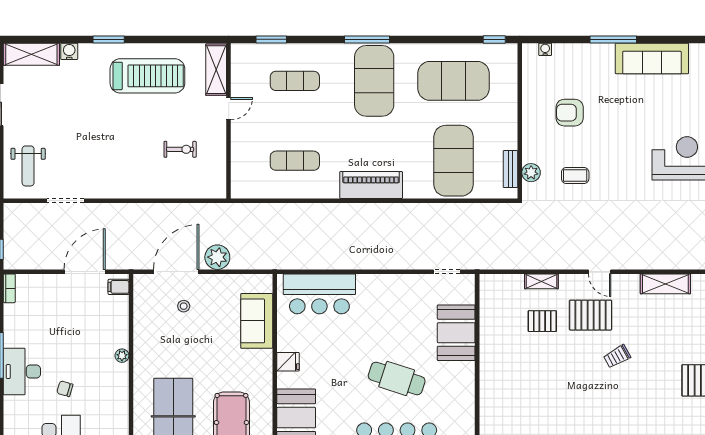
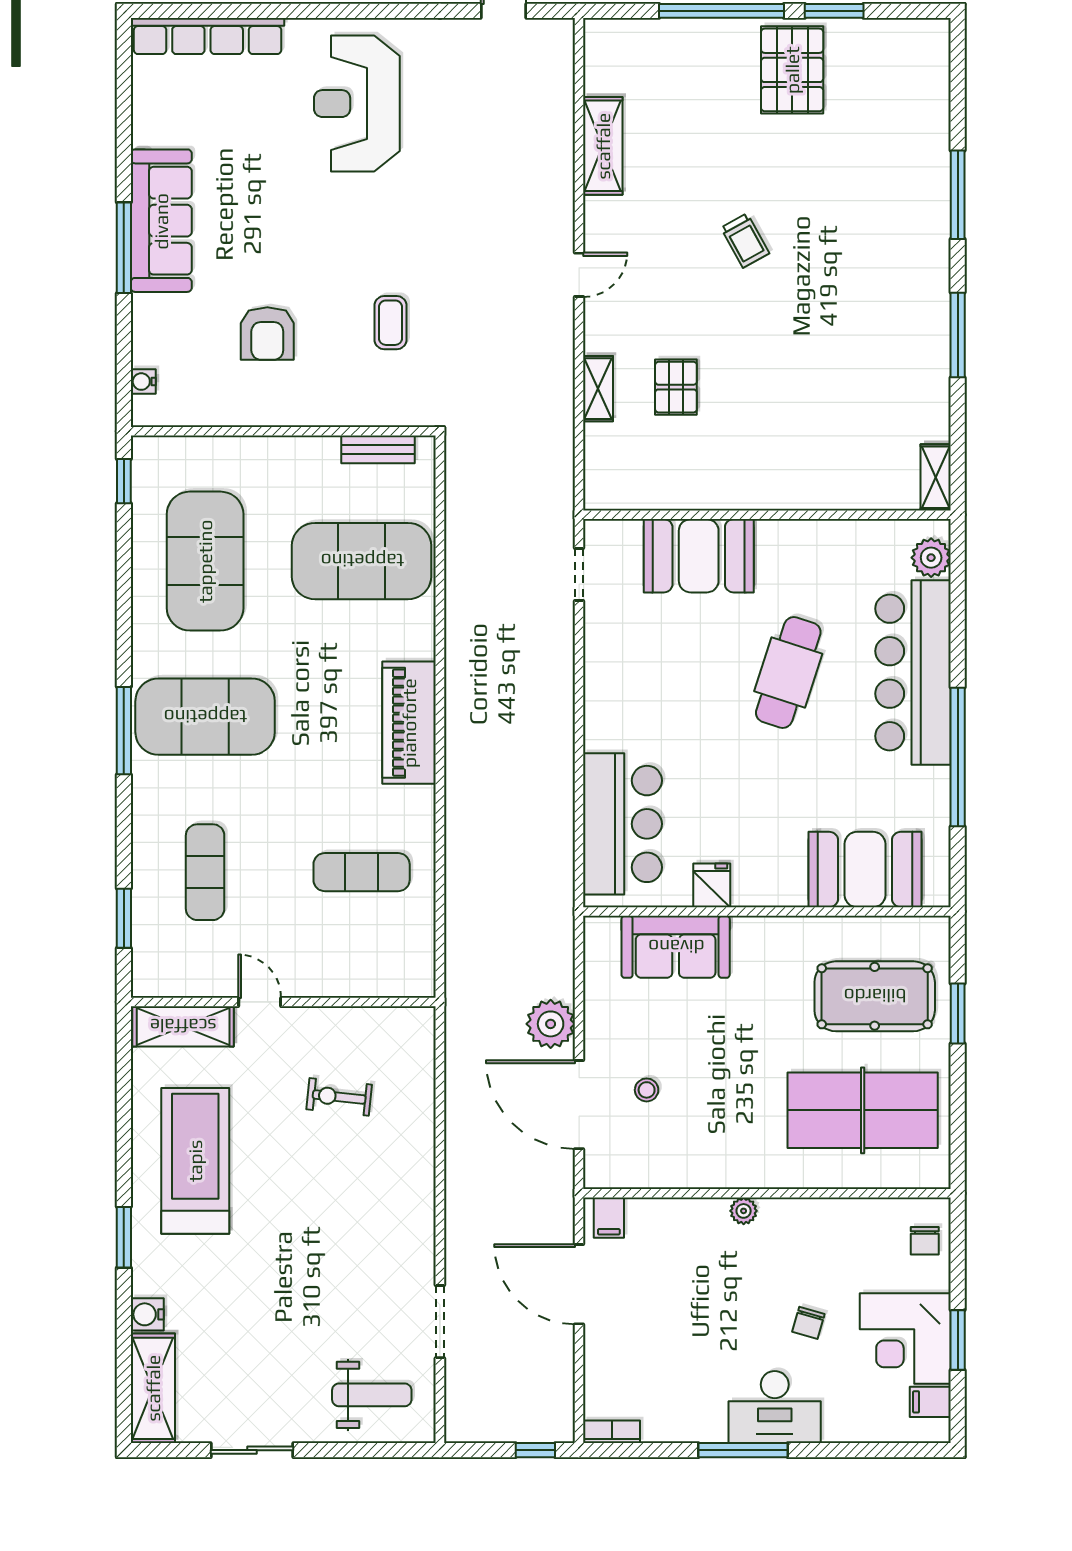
sofa: (652, 59) -> (161, 221), moved
exercise bike: (180, 149) -> (339, 1097), turned -84
exercise mat: (295, 161) -> (362, 872), turned 90
plant: (531, 173) -> (385, 409), removed
pallet: (591, 315) -> (664, 292), removed
fridge: (288, 362) -> (712, 885), moved

